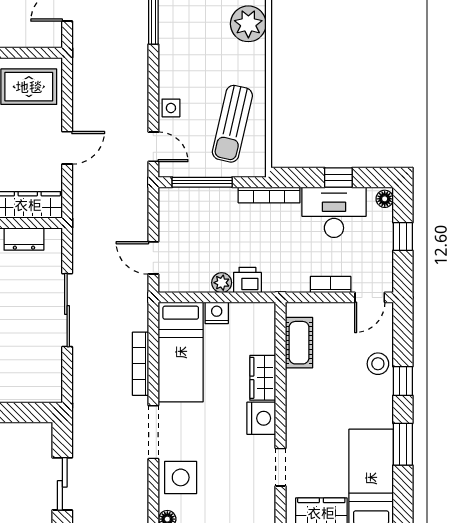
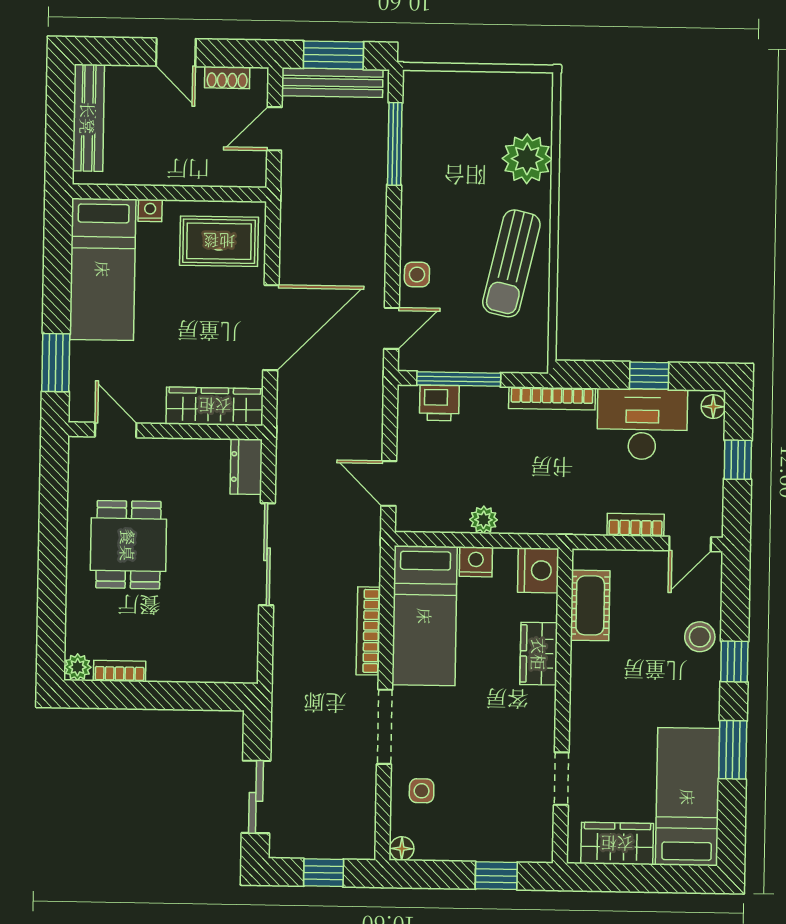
sun lounger: (232, 124) -> (511, 263), moved
door: (153, 147) -> (392, 328), hinge flipped
door: (67, 148) -> (271, 328), width x1.87
dresser: (24, 239) -> (246, 467), moved, turned 90
printer: (247, 280) -> (439, 403), moved, turned 180
nightstand: (261, 418) -> (538, 570), moved
side table: (181, 477) -> (422, 791), width x0.54, depth x0.54

